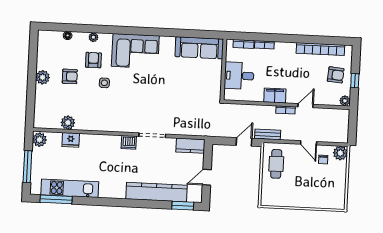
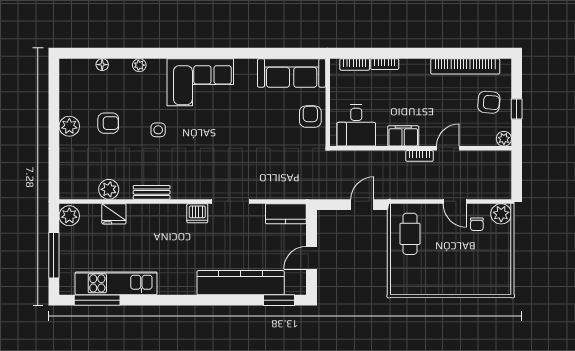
armchair: (93, 60) -> (310, 117), moved
desk: (239, 76) -> (356, 126), moved, turned -90
bench: (268, 134) -> (152, 192), moved

